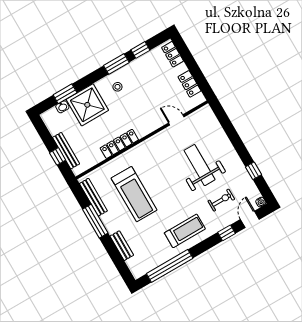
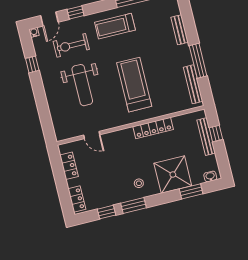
washbasin: (62, 107) -> (210, 176), moved
treadmill: (134, 194) -> (134, 85), moved
exercise bike: (221, 200) -> (71, 45), width x1.38, depth x1.39

